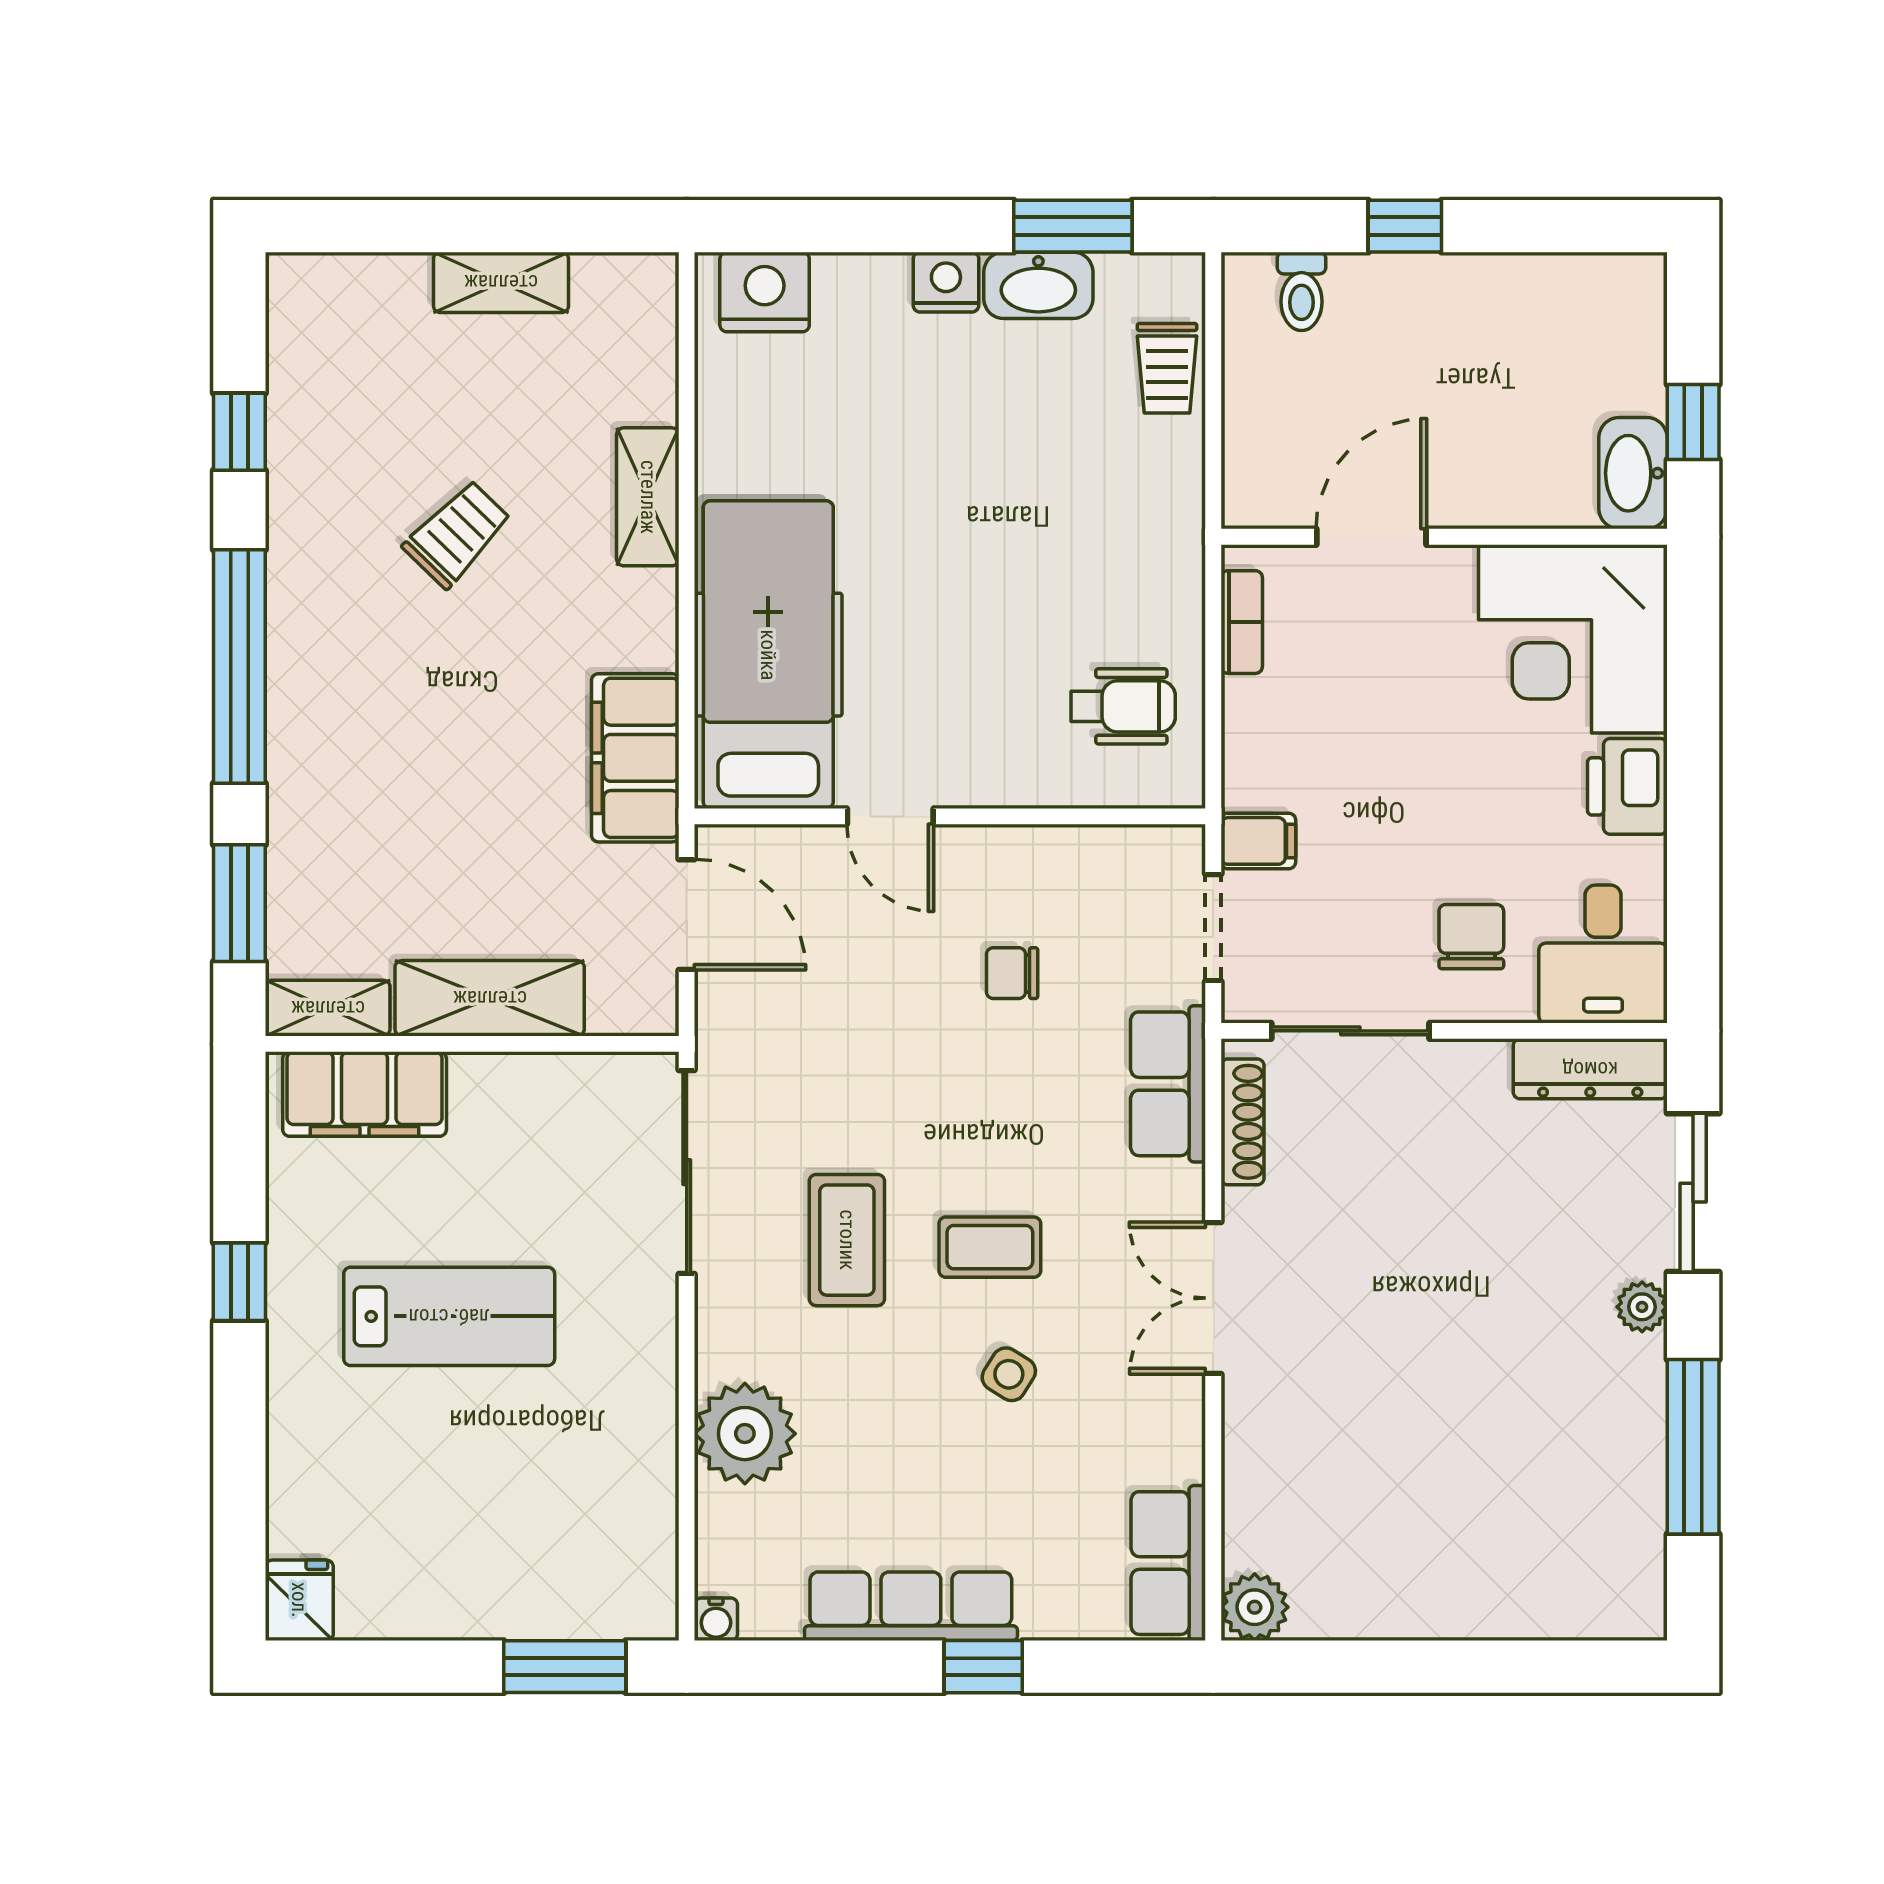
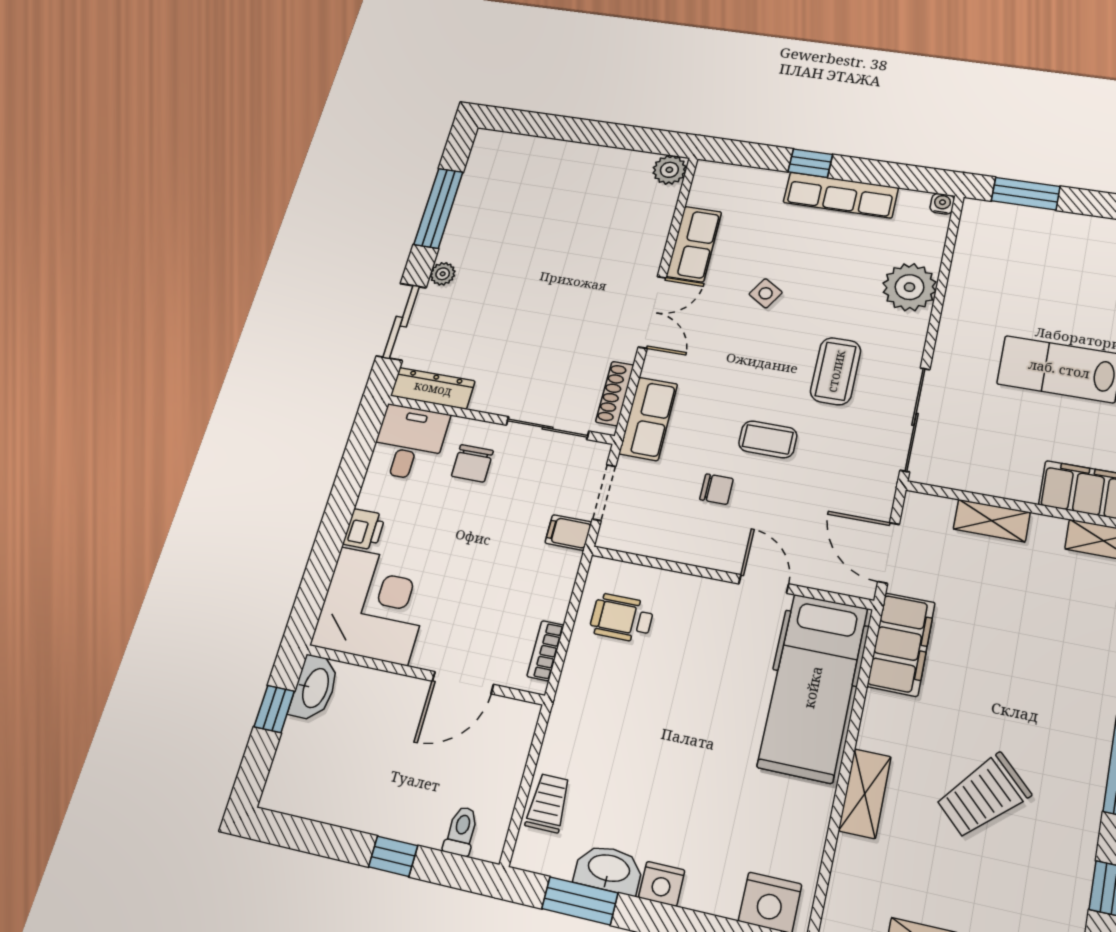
trolley: (457, 534) -> (983, 796), width x1.36, depth x1.39
printer: (1627, 786) -> (364, 529), width x0.73, depth x0.81
shelving: (490, 998) -> (992, 521), width x0.67, depth x0.75
coffee table: (990, 1247) -> (768, 439), moved
row of seats: (1168, 1563) -> (694, 244), moved

